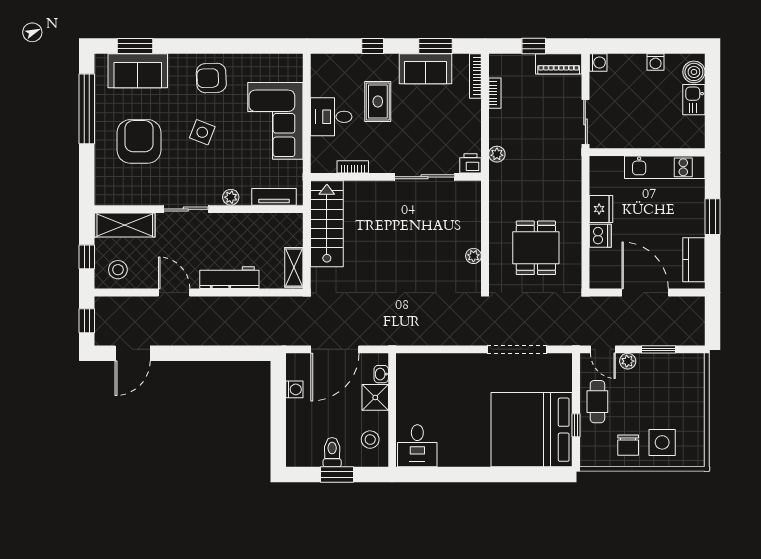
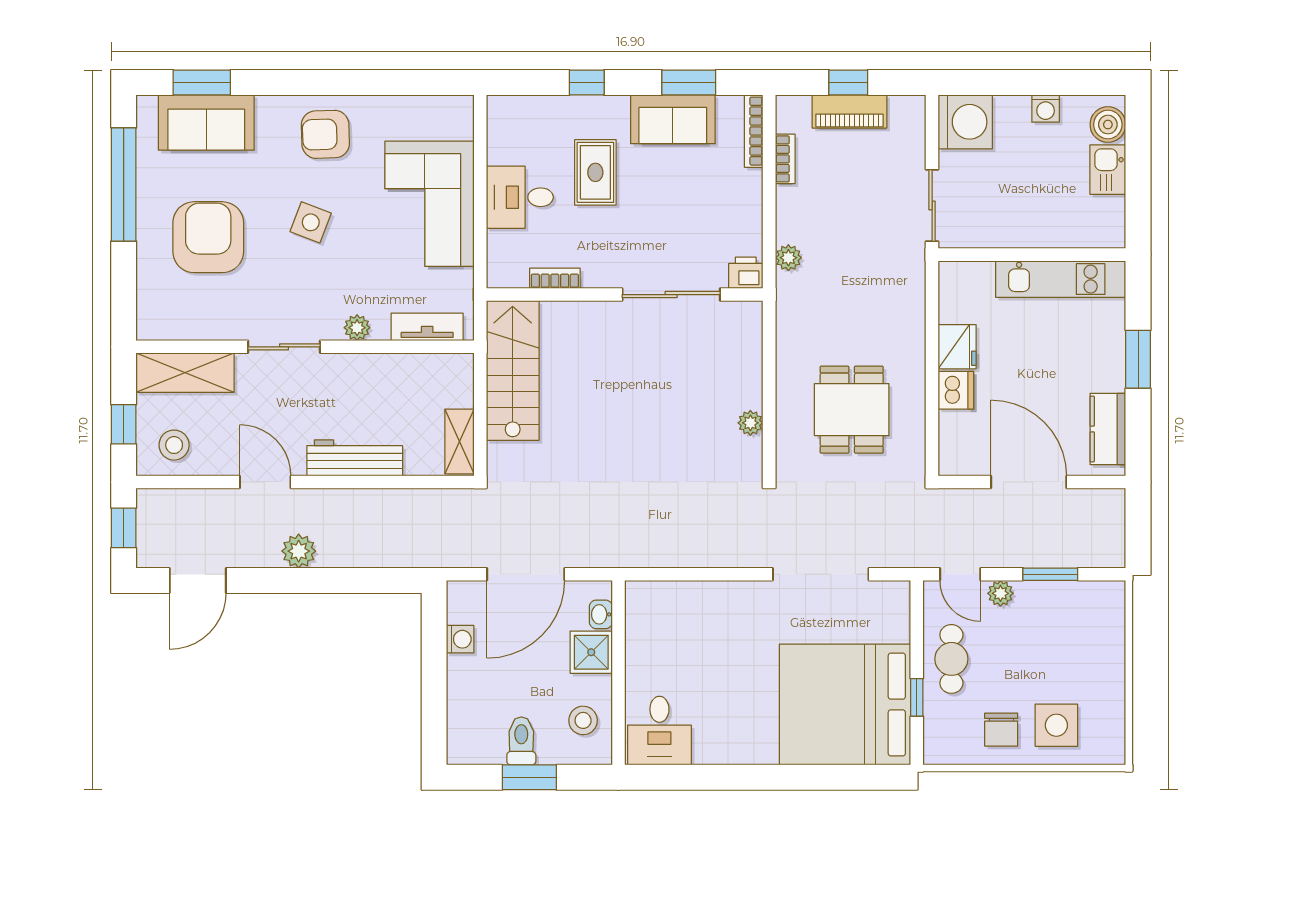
washing machine: (598, 62) -> (965, 122), width x1.89, depth x1.89
piano: (559, 64) -> (849, 111), moved
plant: (195, 335) -> (299, 551), added

